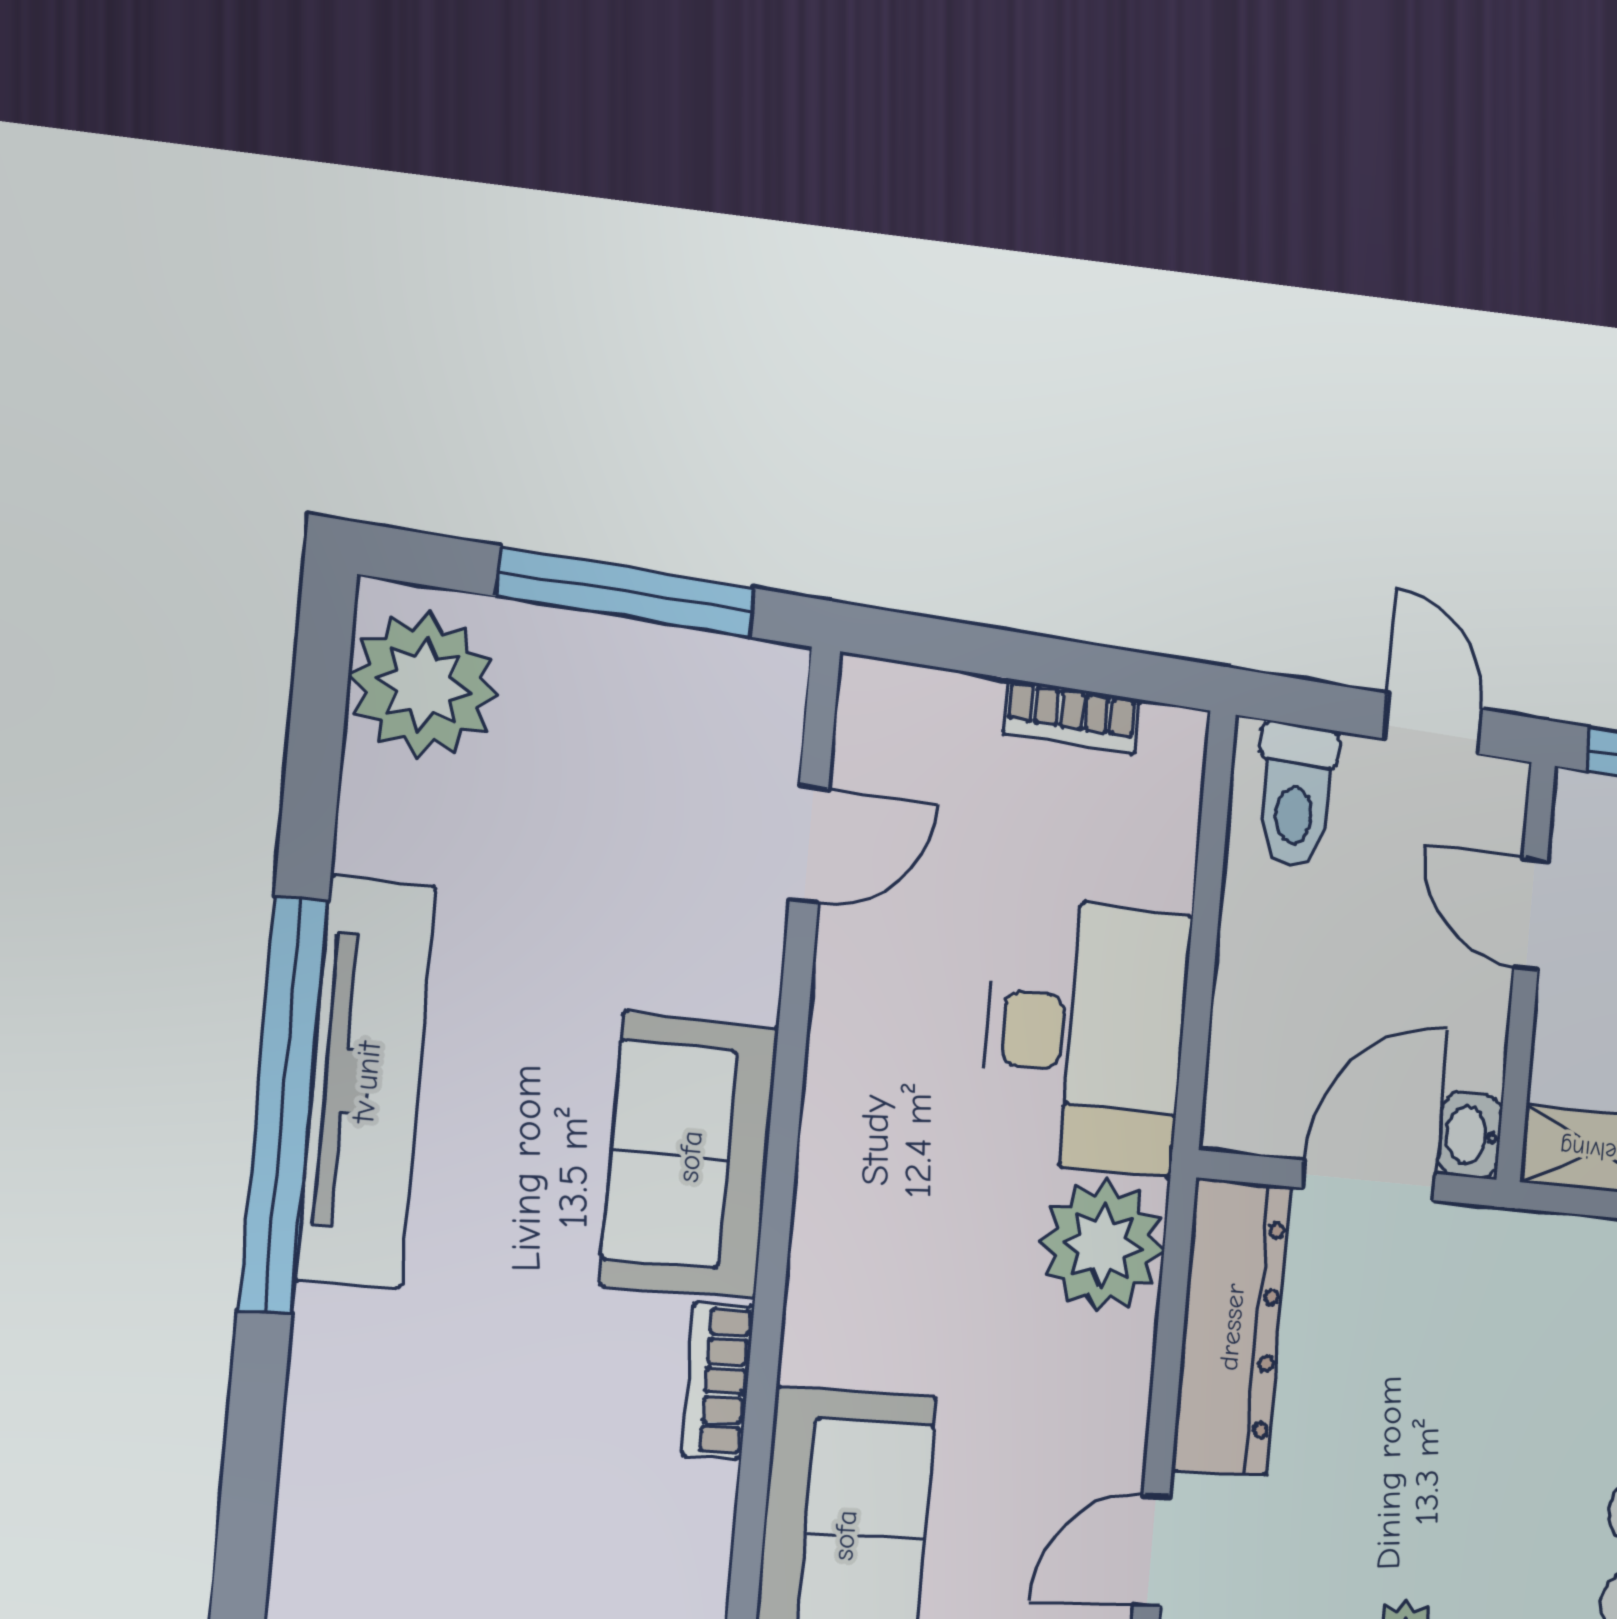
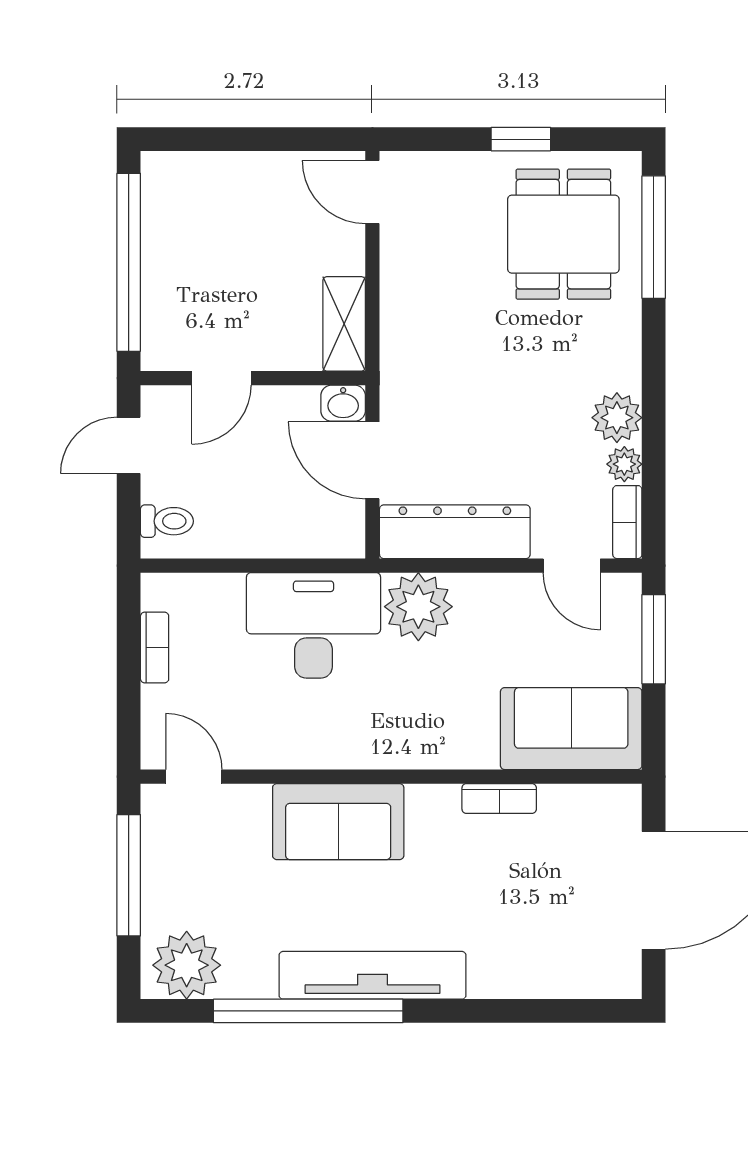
toilet: (1296, 795) -> (167, 521), width x0.73, depth x0.72
door: (809, 844) -> (194, 777), moved
window: (283, 1105) -> (308, 1011), moved
sofa: (690, 1156) -> (338, 822), moved

